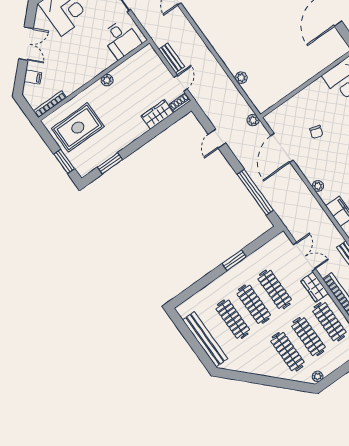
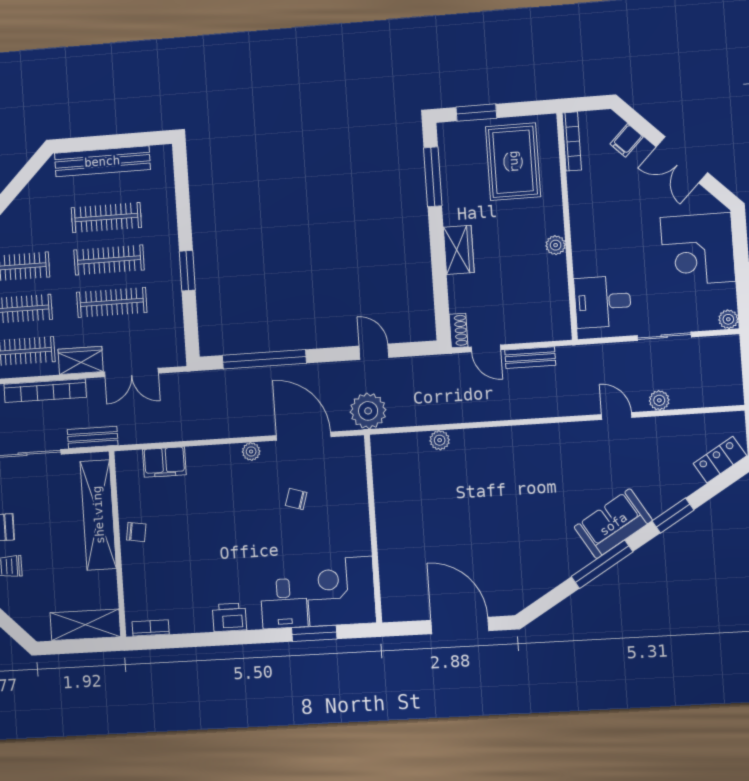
wardrobe: (157, 114) -> (459, 250), moved
plant: (253, 120) -> (368, 411), width x1.88, depth x1.88
window: (110, 163) -> (433, 177), width x1.44
plant: (318, 186) -> (251, 451), moved

